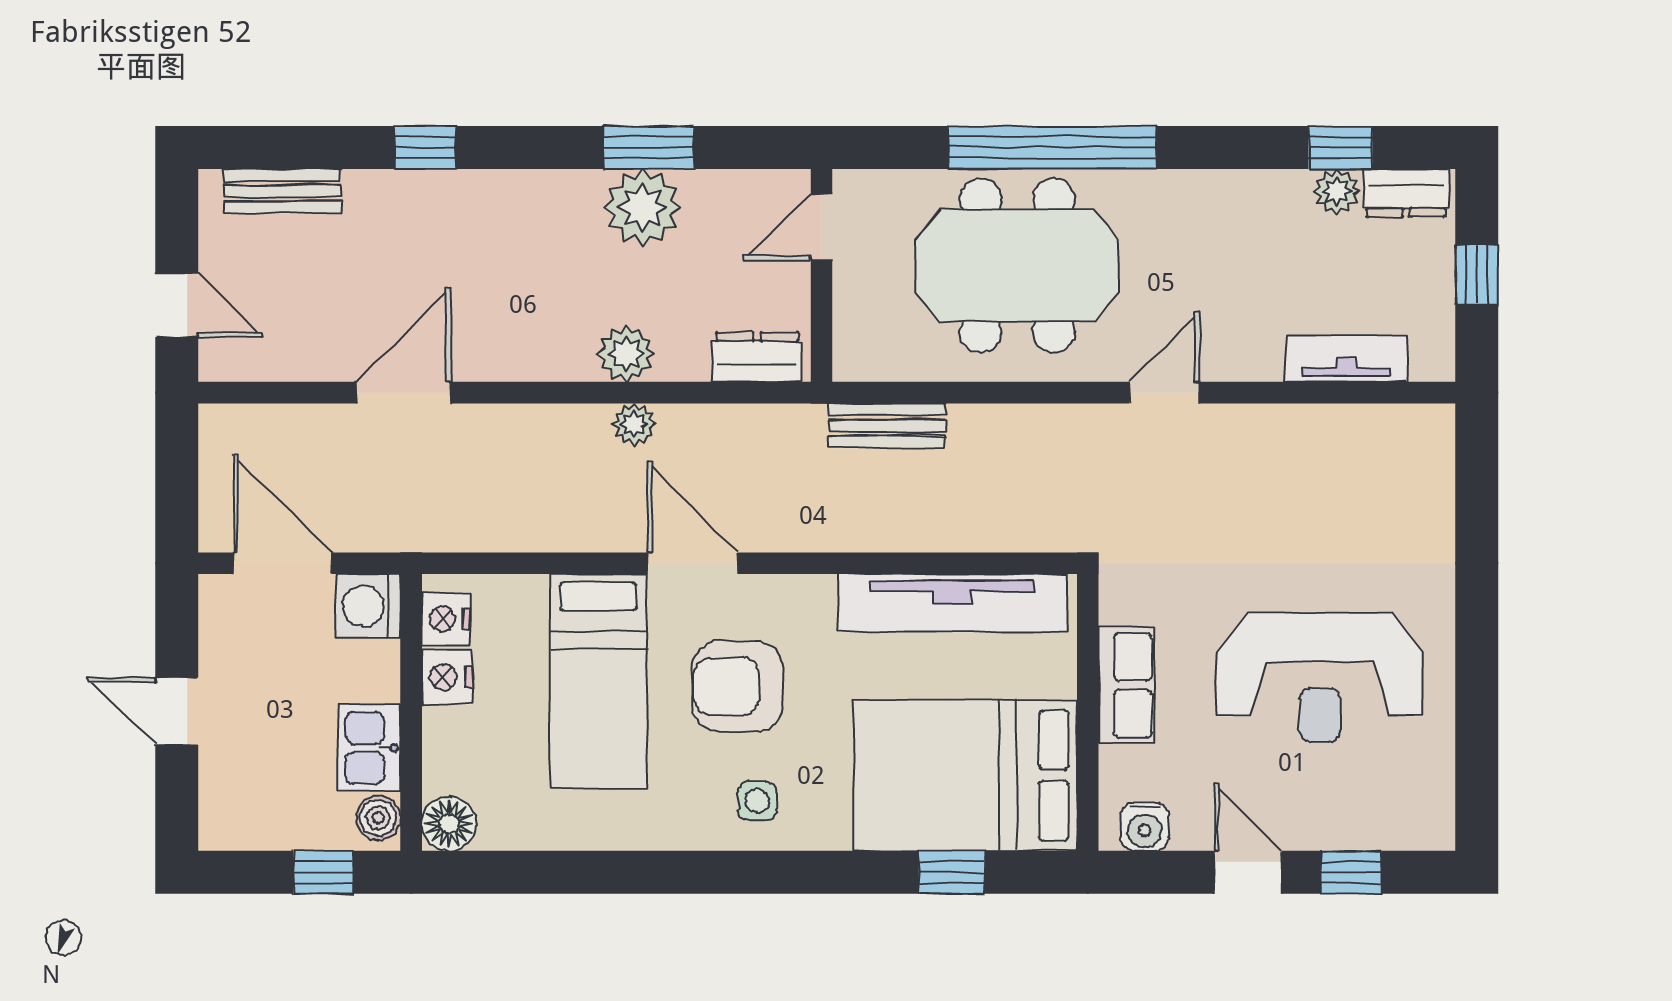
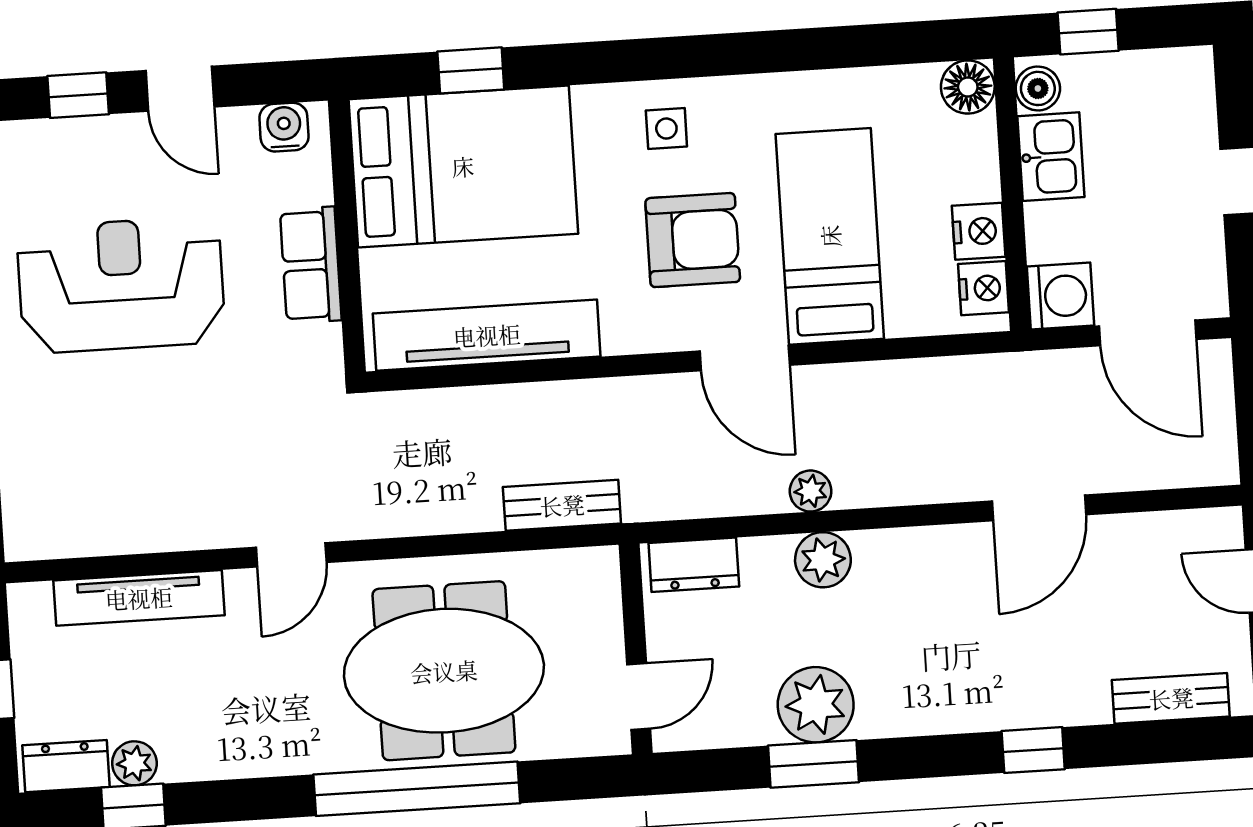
tv unit: (1346, 359) -> (139, 598), width x1.41

